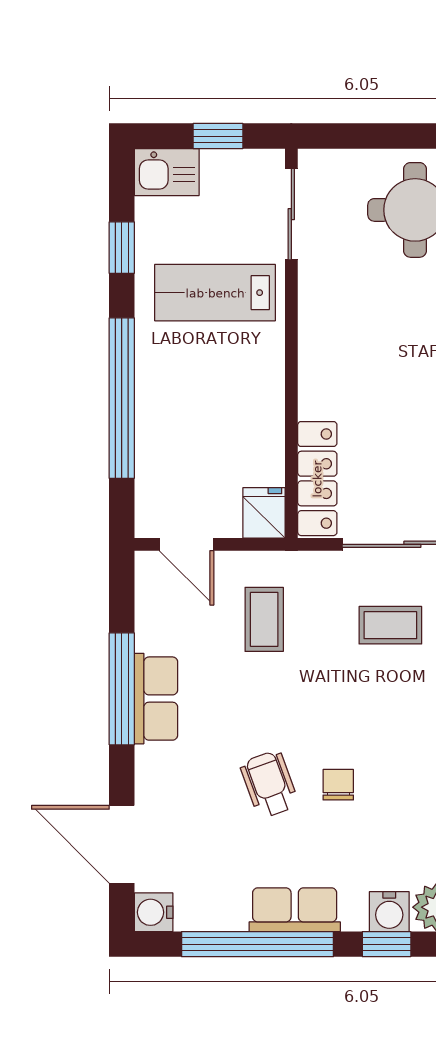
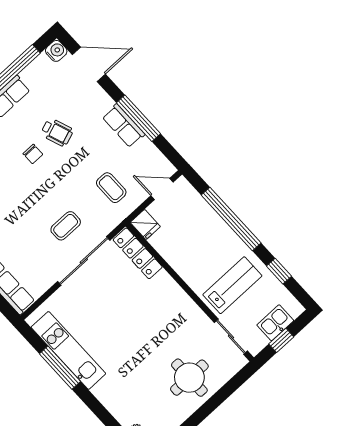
kitchen sink: (167, 172) -> (275, 323), moved

